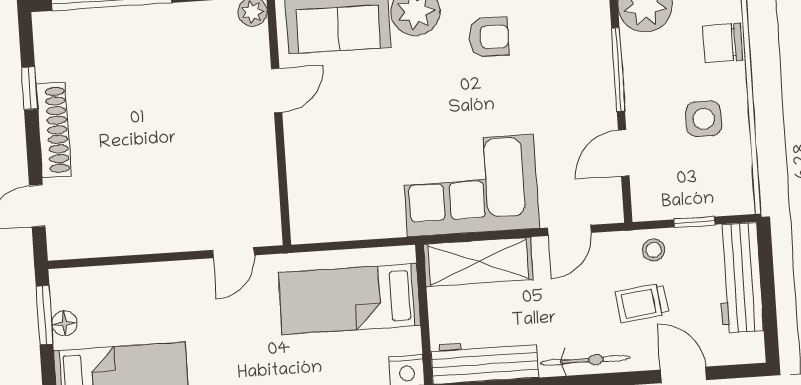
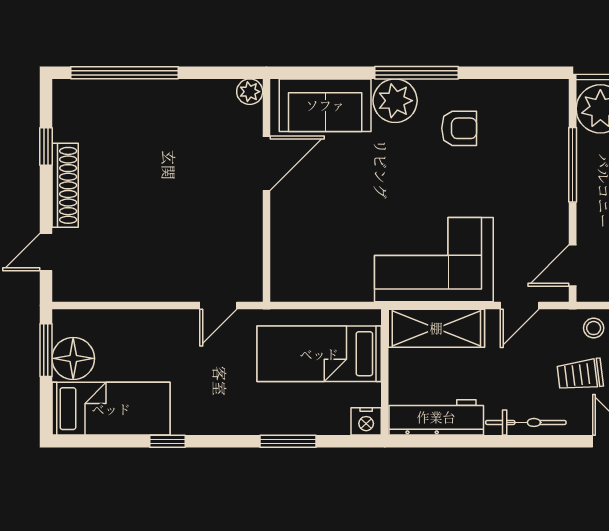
door: (277, 91) -> (267, 163), width x1.38
door: (624, 153) -> (573, 265), moved
floor lamp: (64, 323) -> (73, 358), width x1.89, depth x1.89

